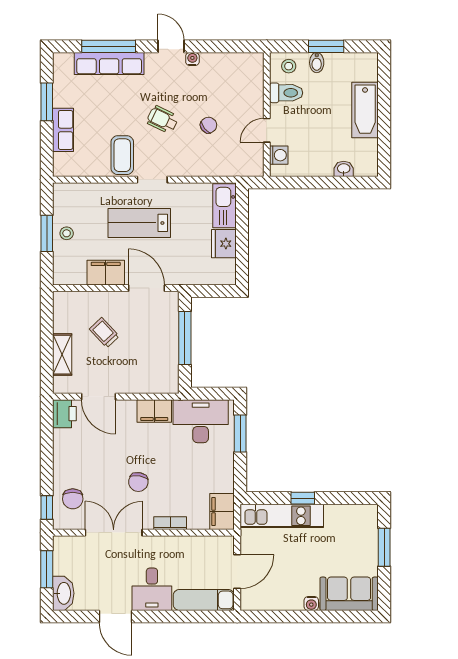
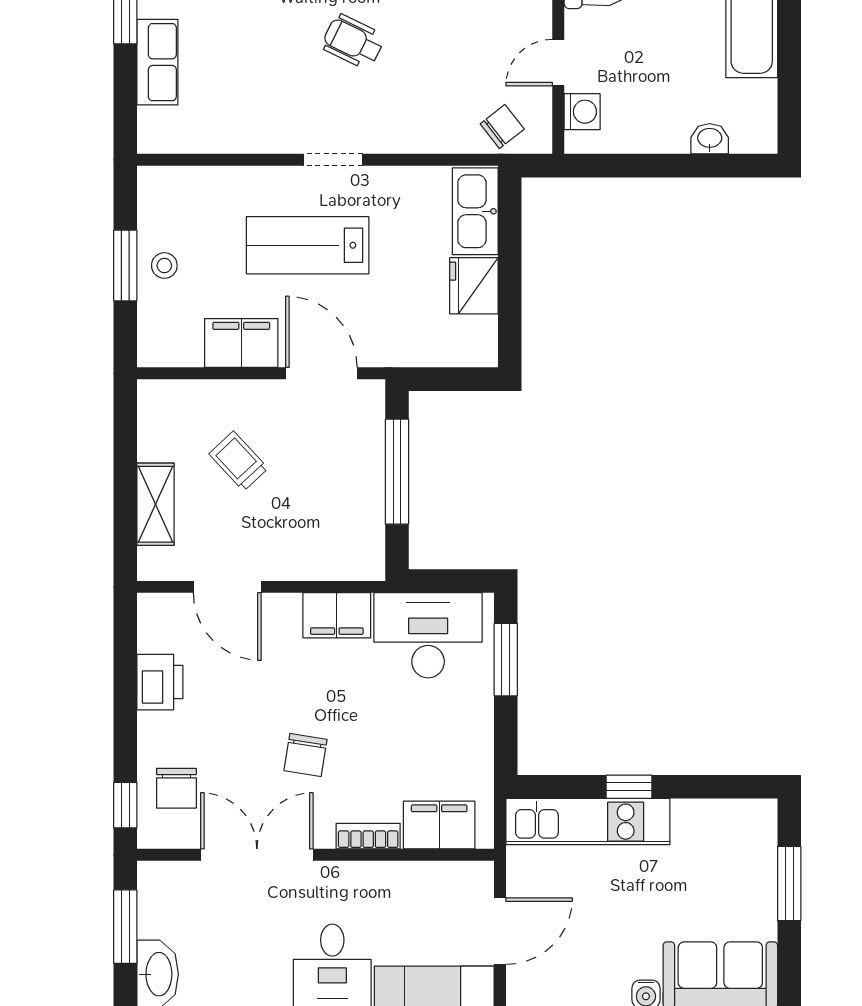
chair: (209, 125) -> (502, 126), moved
coffee table: (122, 155) -> (274, 112), removed
printer: (64, 414) -> (160, 682), moved
filing cabinet: (222, 512) -> (439, 825), moved, turned 90

